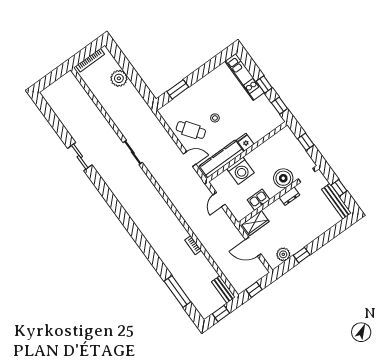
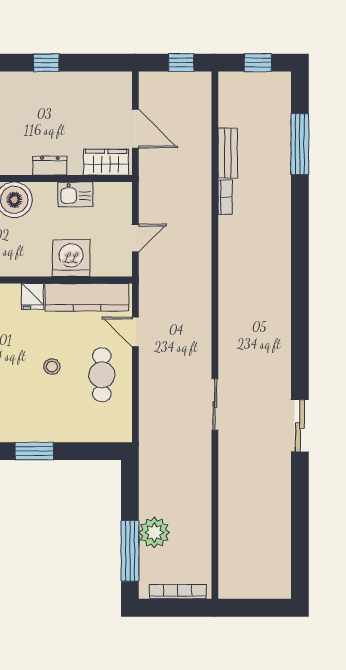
window: (124, 63) -> (130, 551), added
window: (178, 89) -> (34, 451), moved
cafe table: (191, 130) -> (102, 375), turned 36
sliding door: (80, 157) -> (300, 426), moved
dresser: (289, 196) -> (50, 166), moved
plant: (283, 254) -> (98, 84), removed
window: (302, 255) -> (46, 63), moved
bench: (223, 289) -> (228, 153), moved

